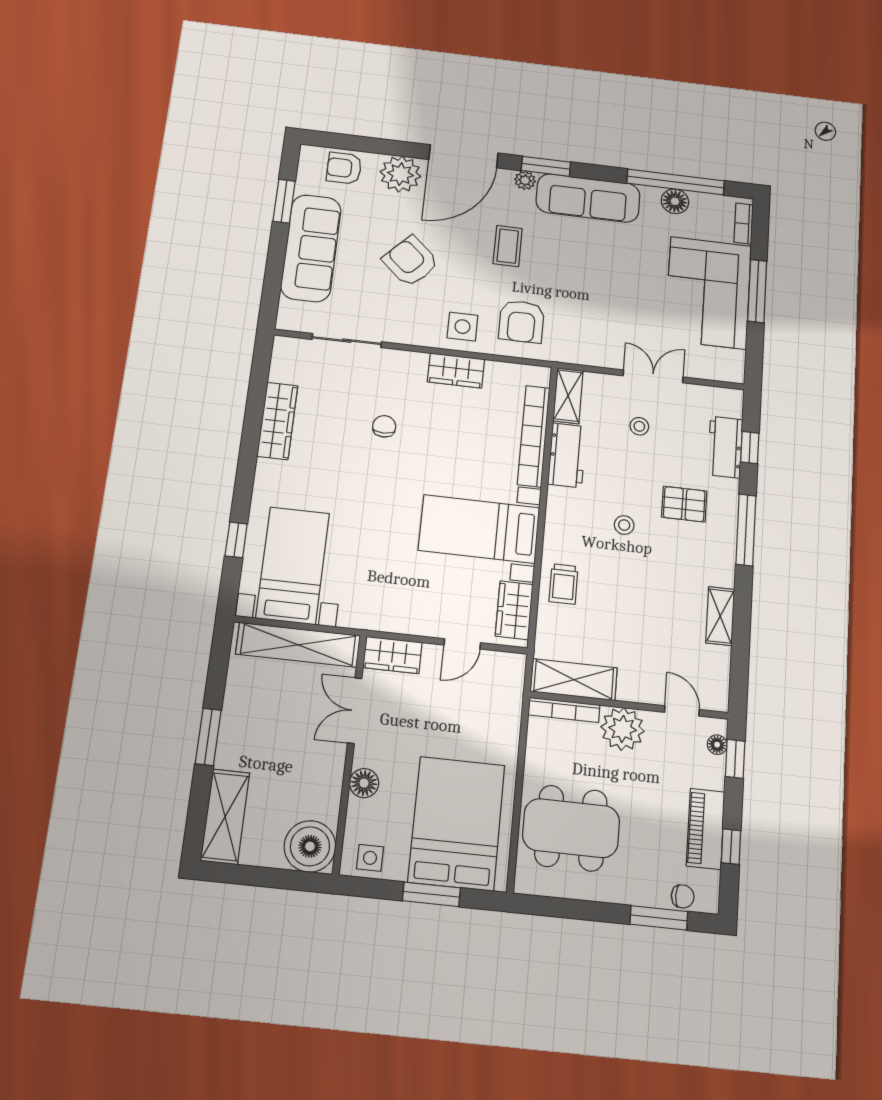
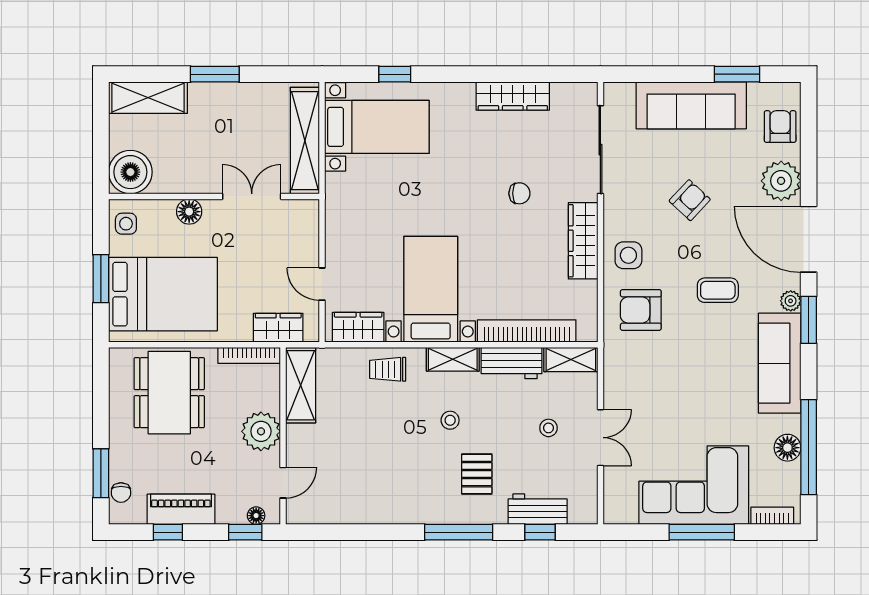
armchair: (411, 261) -> (690, 200), width x0.72, depth x0.72
sliding door: (347, 341) -> (600, 150), width x1.37
wardrobe: (456, 370) -> (583, 241), width x1.50
shelving: (720, 616) -> (453, 359), moved
wardrobe: (392, 655) -> (278, 328), moved, turned 90
bookcase: (564, 710) -> (249, 355), moved, turned -90

